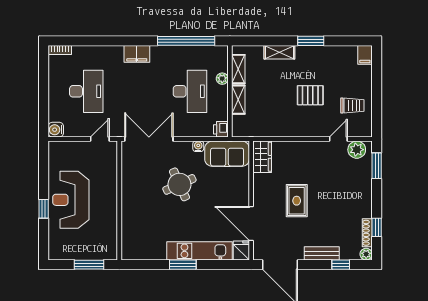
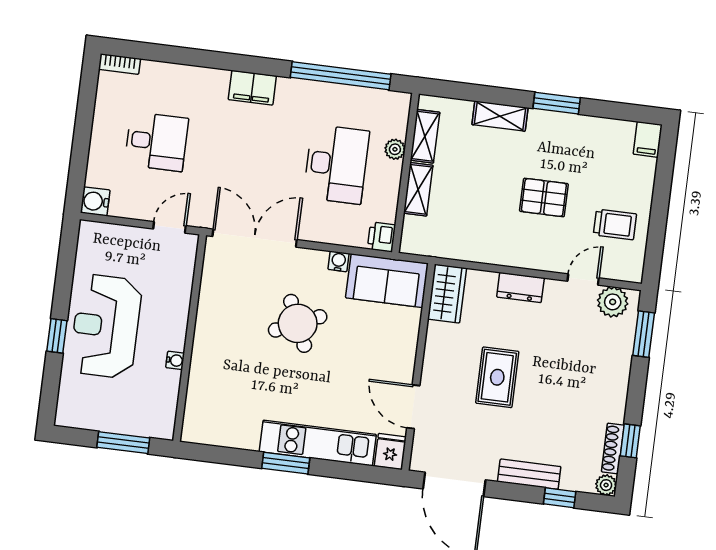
desk: (86, 91) -> (156, 142), width x0.73
dresser: (303, 148) -> (520, 288), added
water cooler: (113, 214) -> (175, 360), added
door: (251, 223) -> (413, 407), width x0.73

